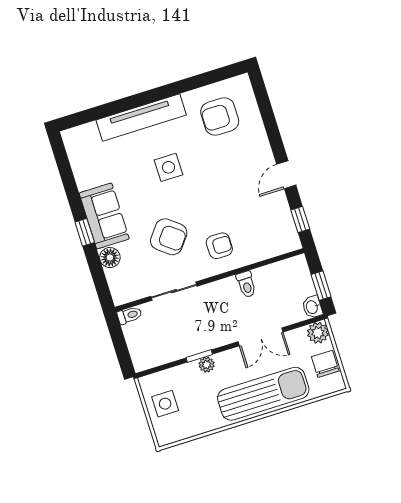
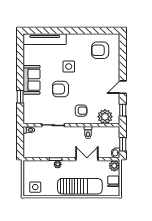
tv unit: (141, 118) -> (45, 39), moved
window: (85, 232) -> (20, 97), moved
armchair: (169, 237) -> (60, 89), moved, turned 142
plant: (270, 243) -> (105, 117), added
floor lamp: (110, 258) -> (28, 100), removed
double door: (260, 337) -> (87, 159), swing flipped
side table: (165, 404) -> (35, 187), moved

